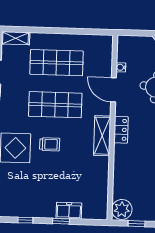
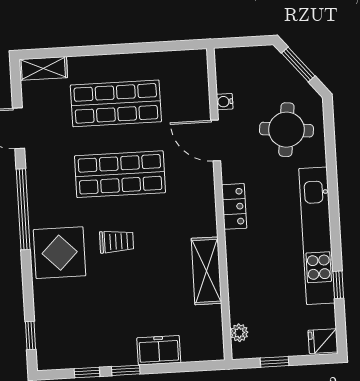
shelving: (102, 136) -> (206, 271), moved
plant: (122, 209) -> (239, 333), width x0.53, depth x0.53
window: (61, 221) -> (126, 370), moved

